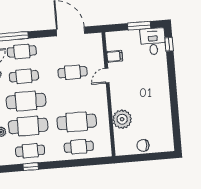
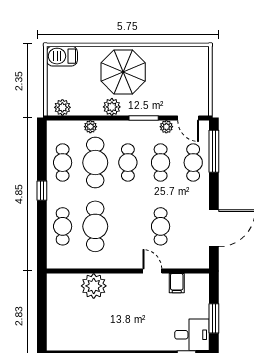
cafe table: (26, 101) -> (128, 163), width x0.73, depth x0.74
chair: (143, 145) -> (57, 310), removed
window: (31, 167) -> (42, 191), moved

